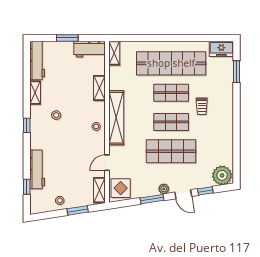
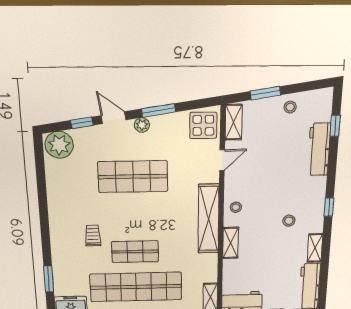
shelving: (99, 88) -> (231, 243), moved
shop shelf: (171, 122) -> (134, 215), removed

